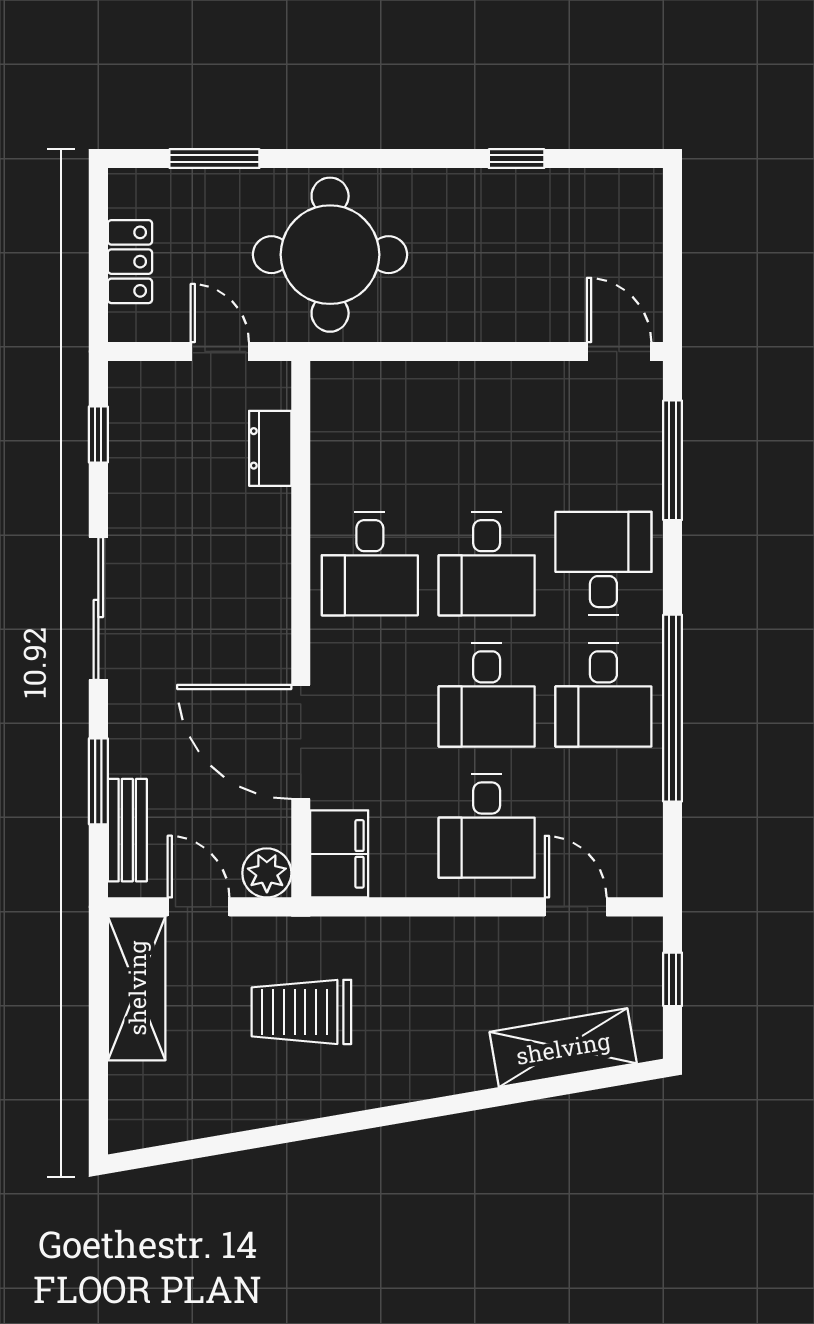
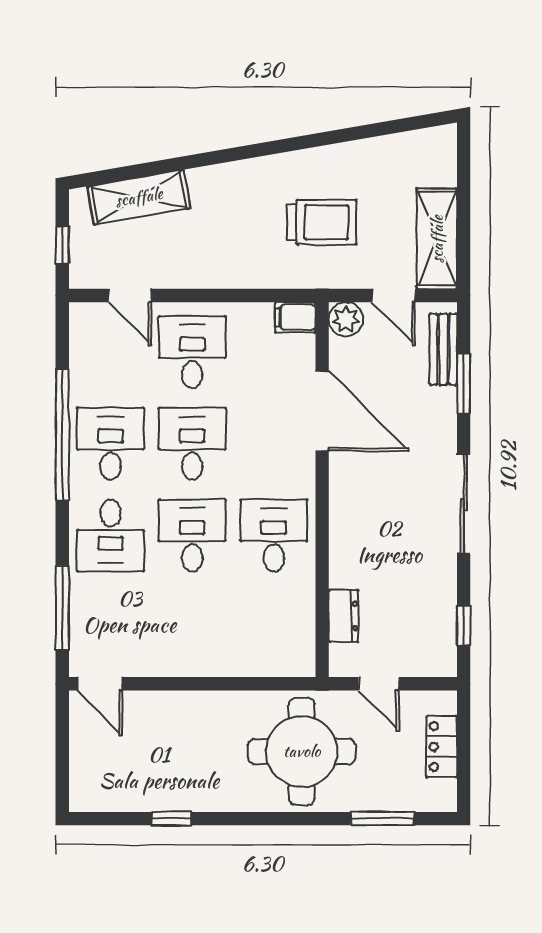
filing cabinet: (339, 854) -> (295, 317), width x0.50

